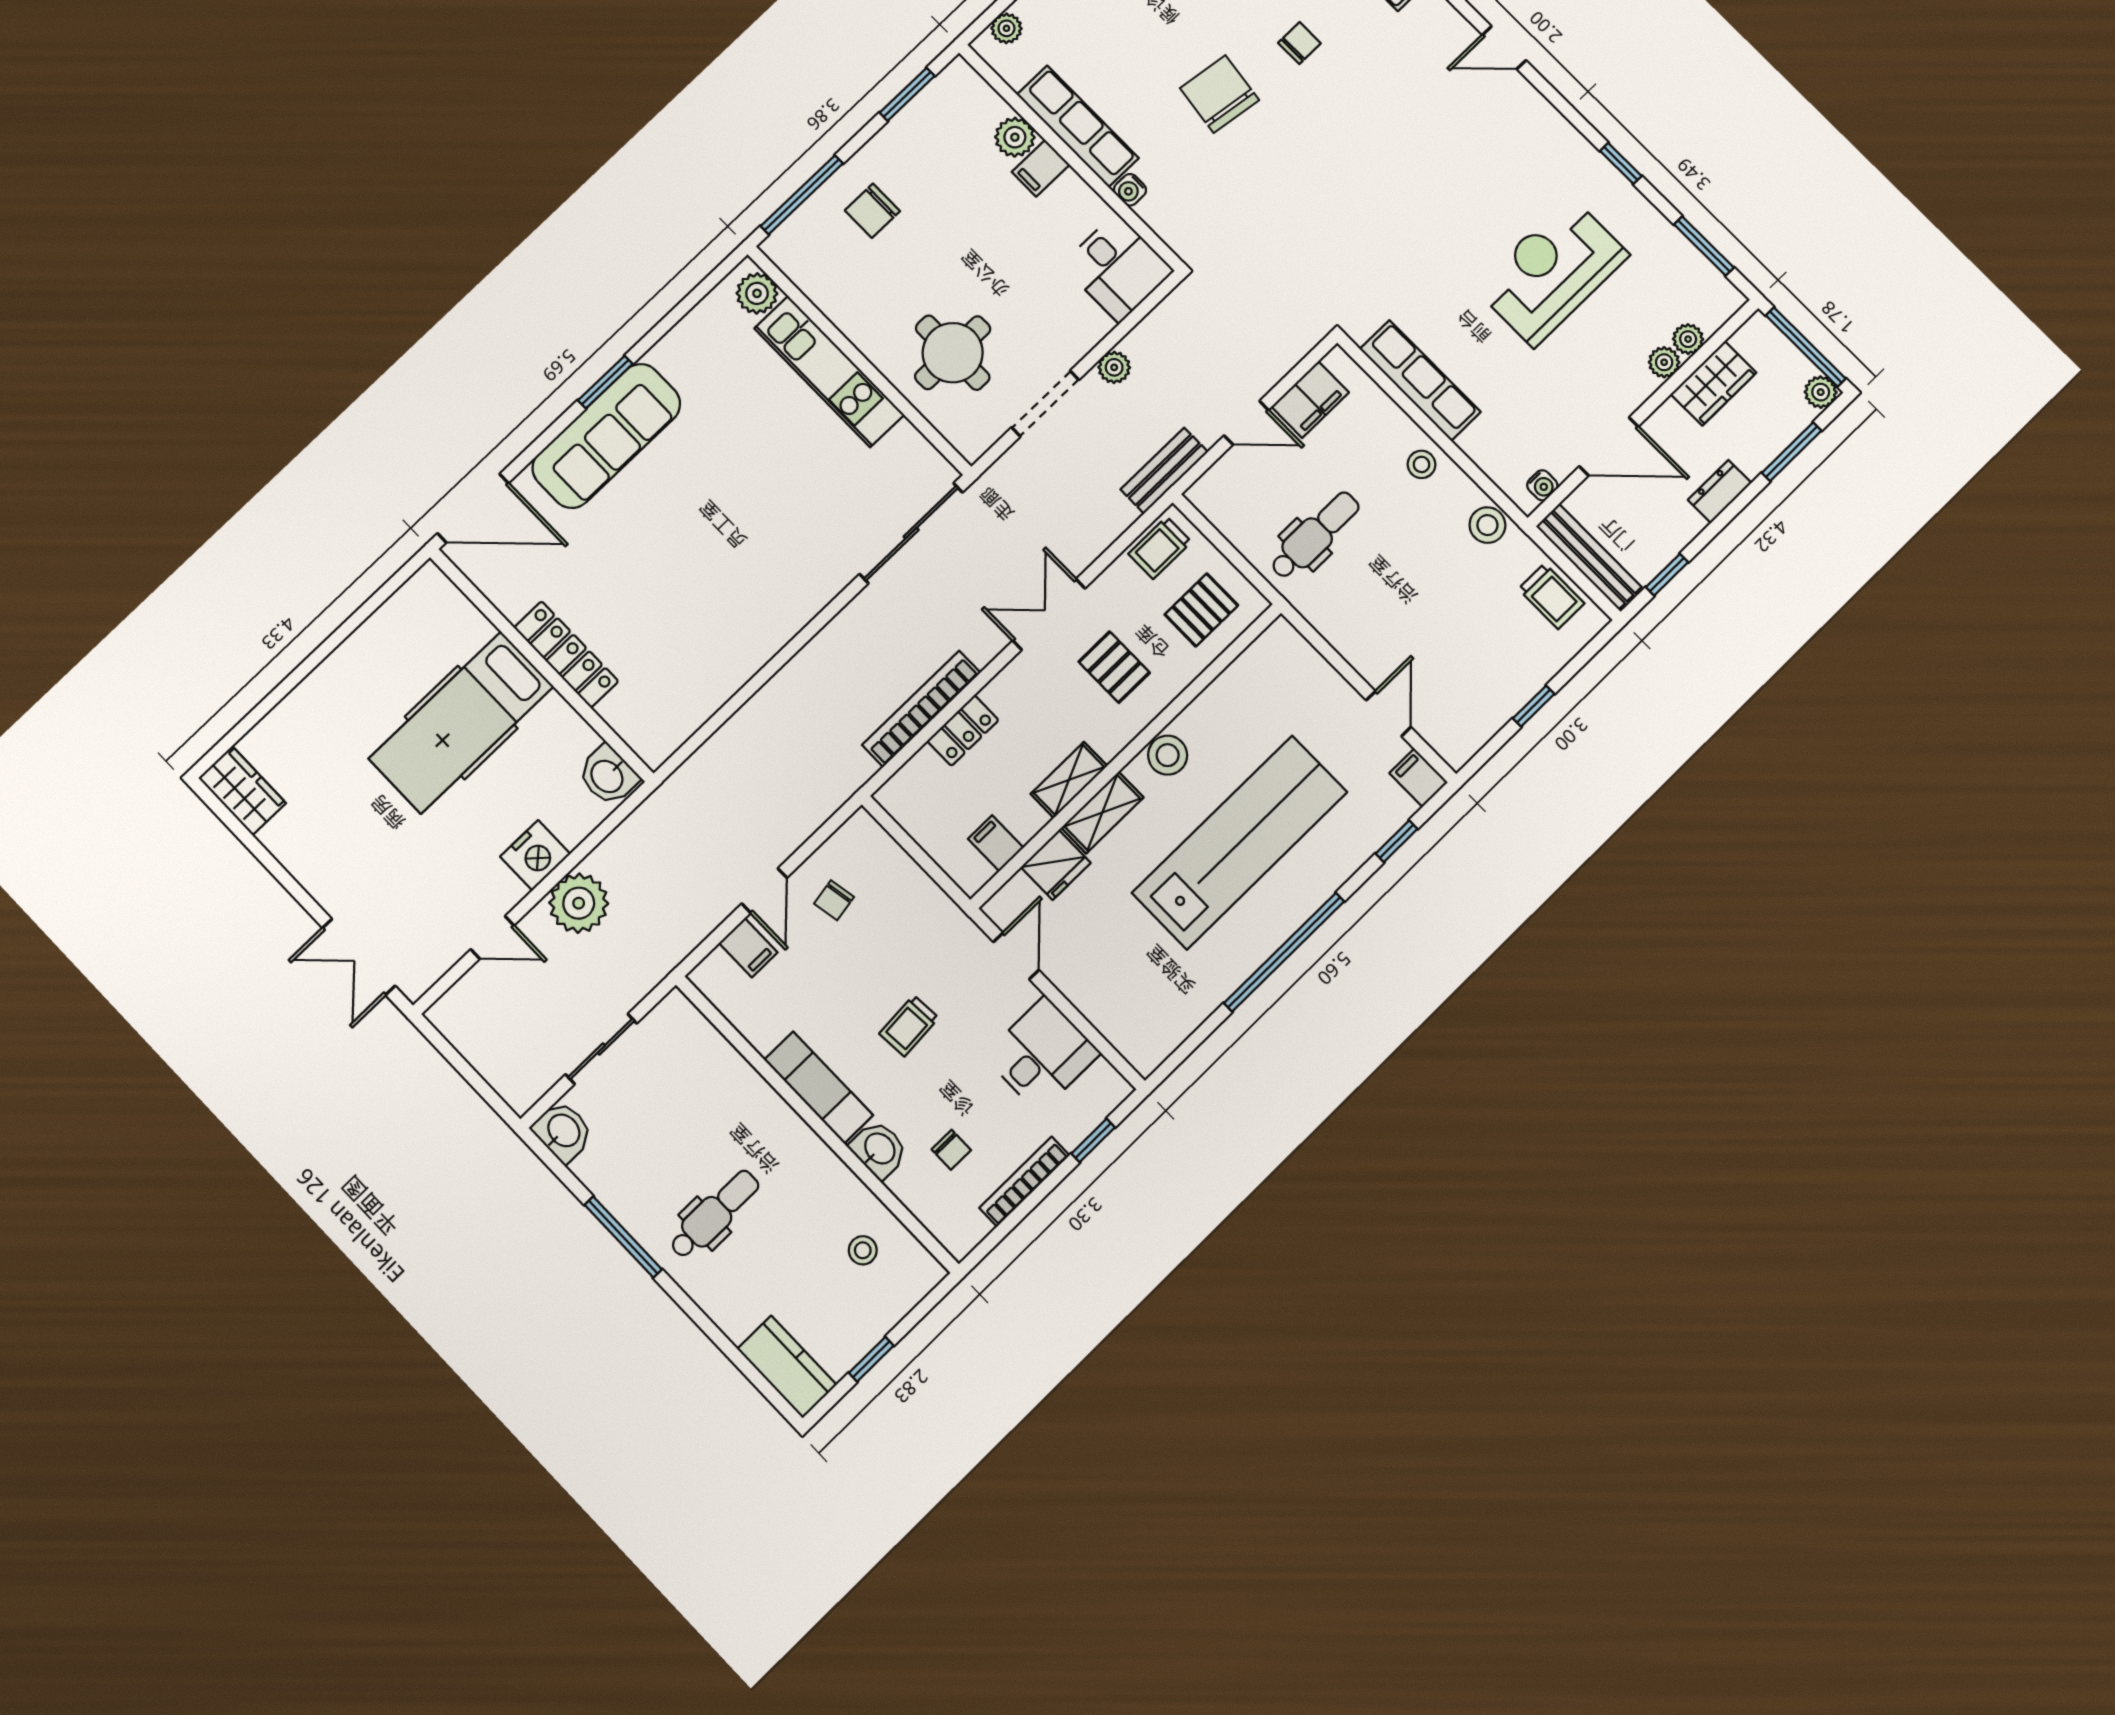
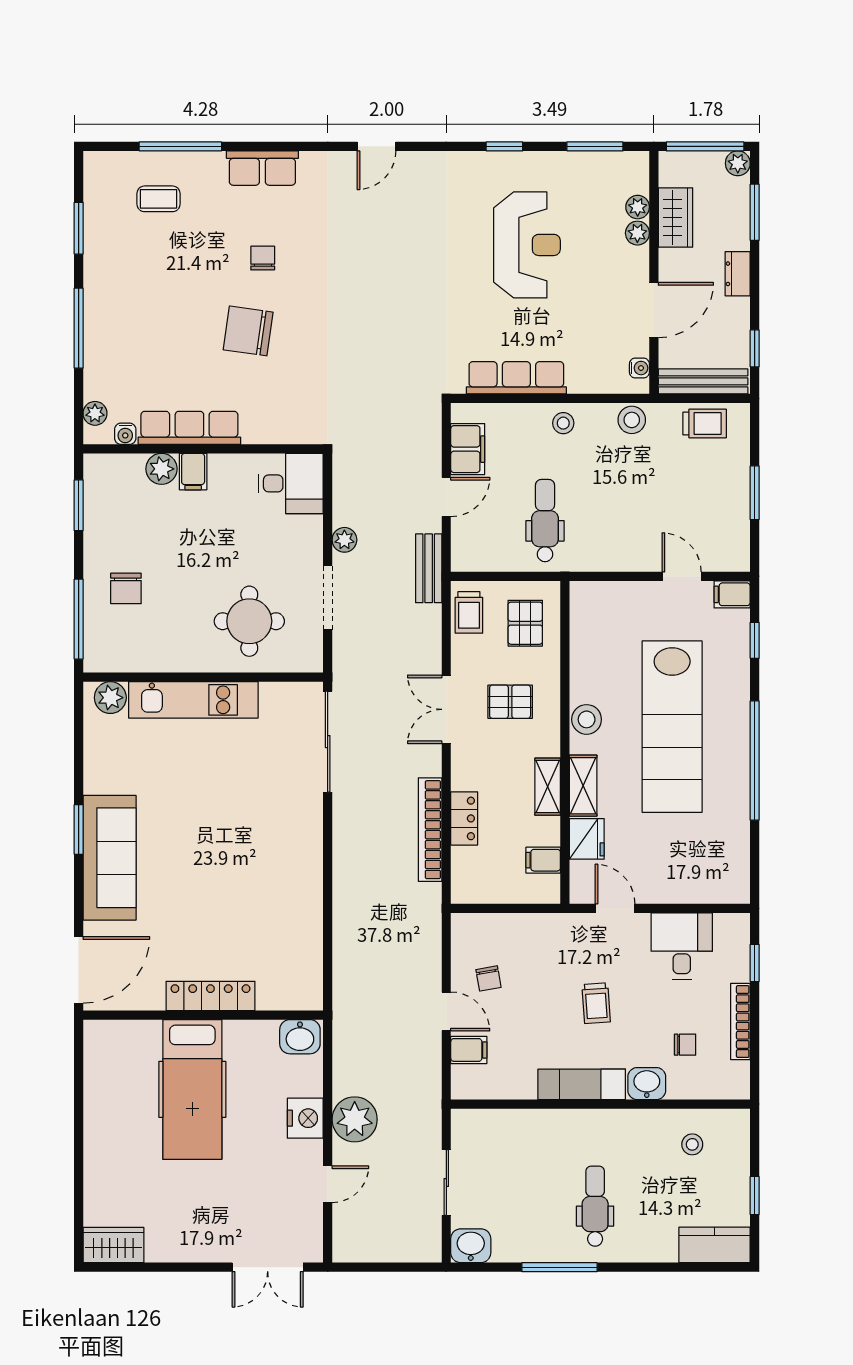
water cooler: (1130, 190) -> (125, 434), moved
reception desk: (1552, 271) -> (527, 245), turned 180
window: (1534, 706) -> (755, 493), width x1.50
lab bench: (1240, 842) -> (672, 727), turned 180

